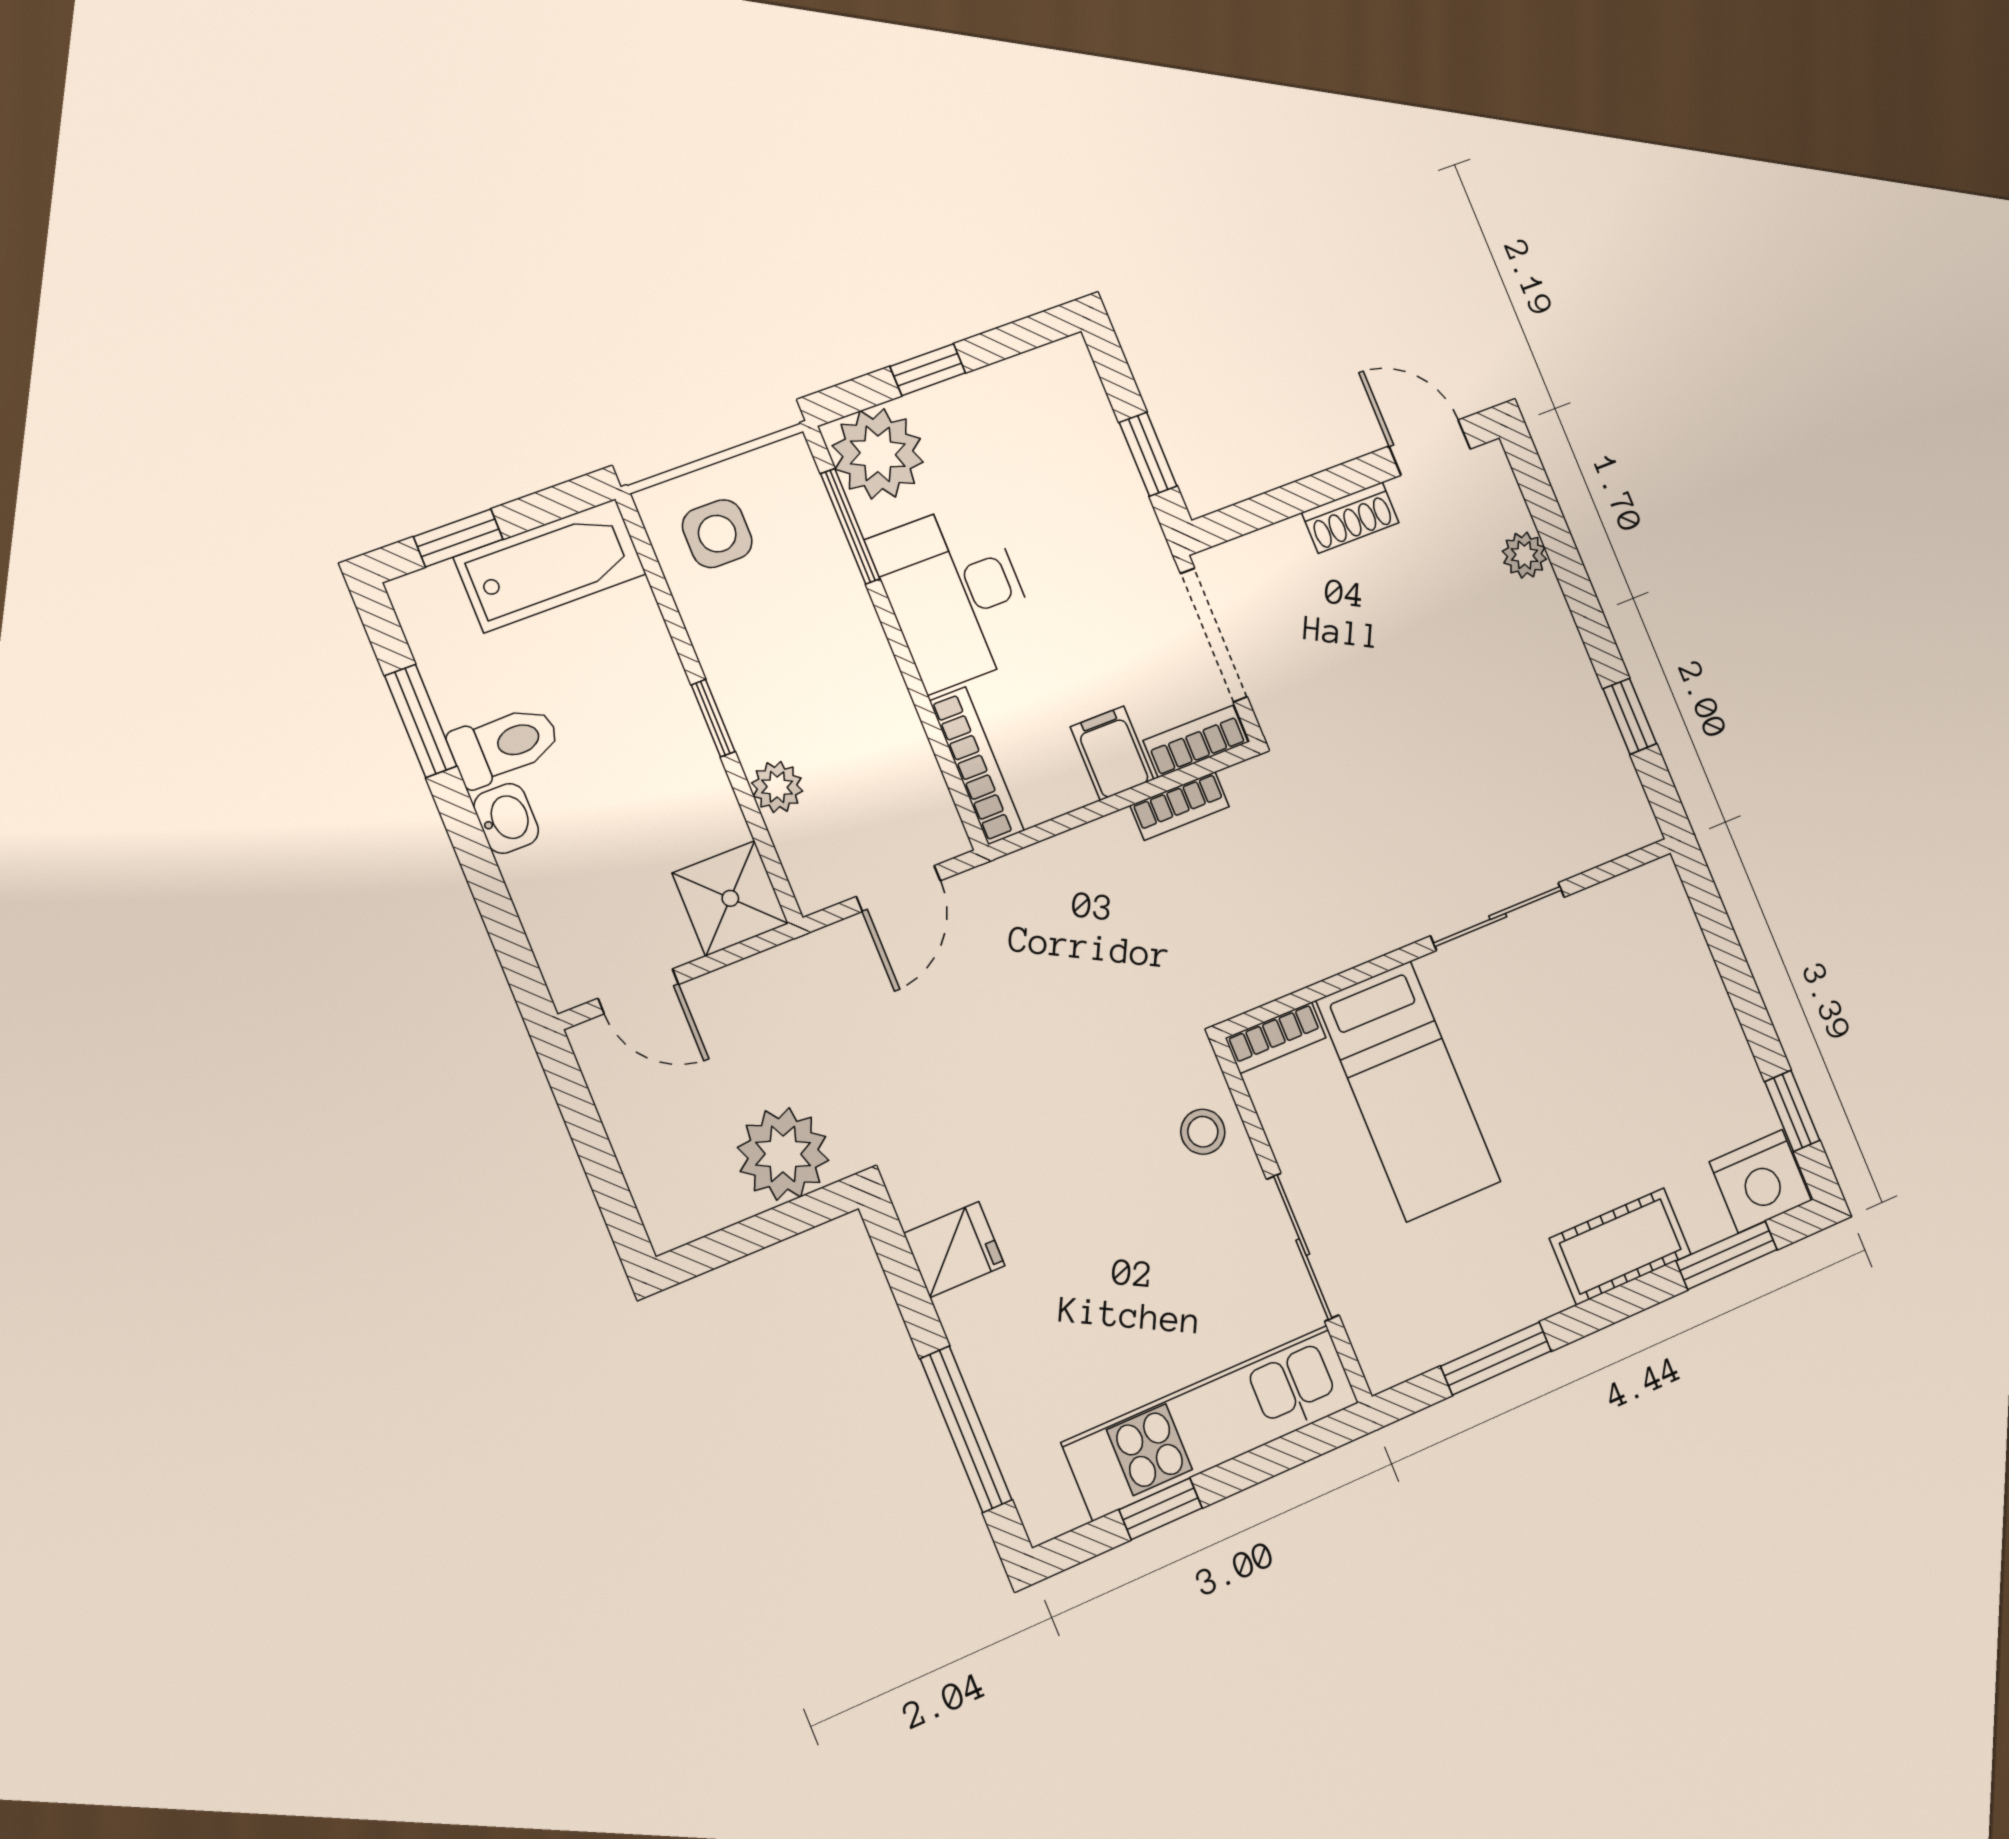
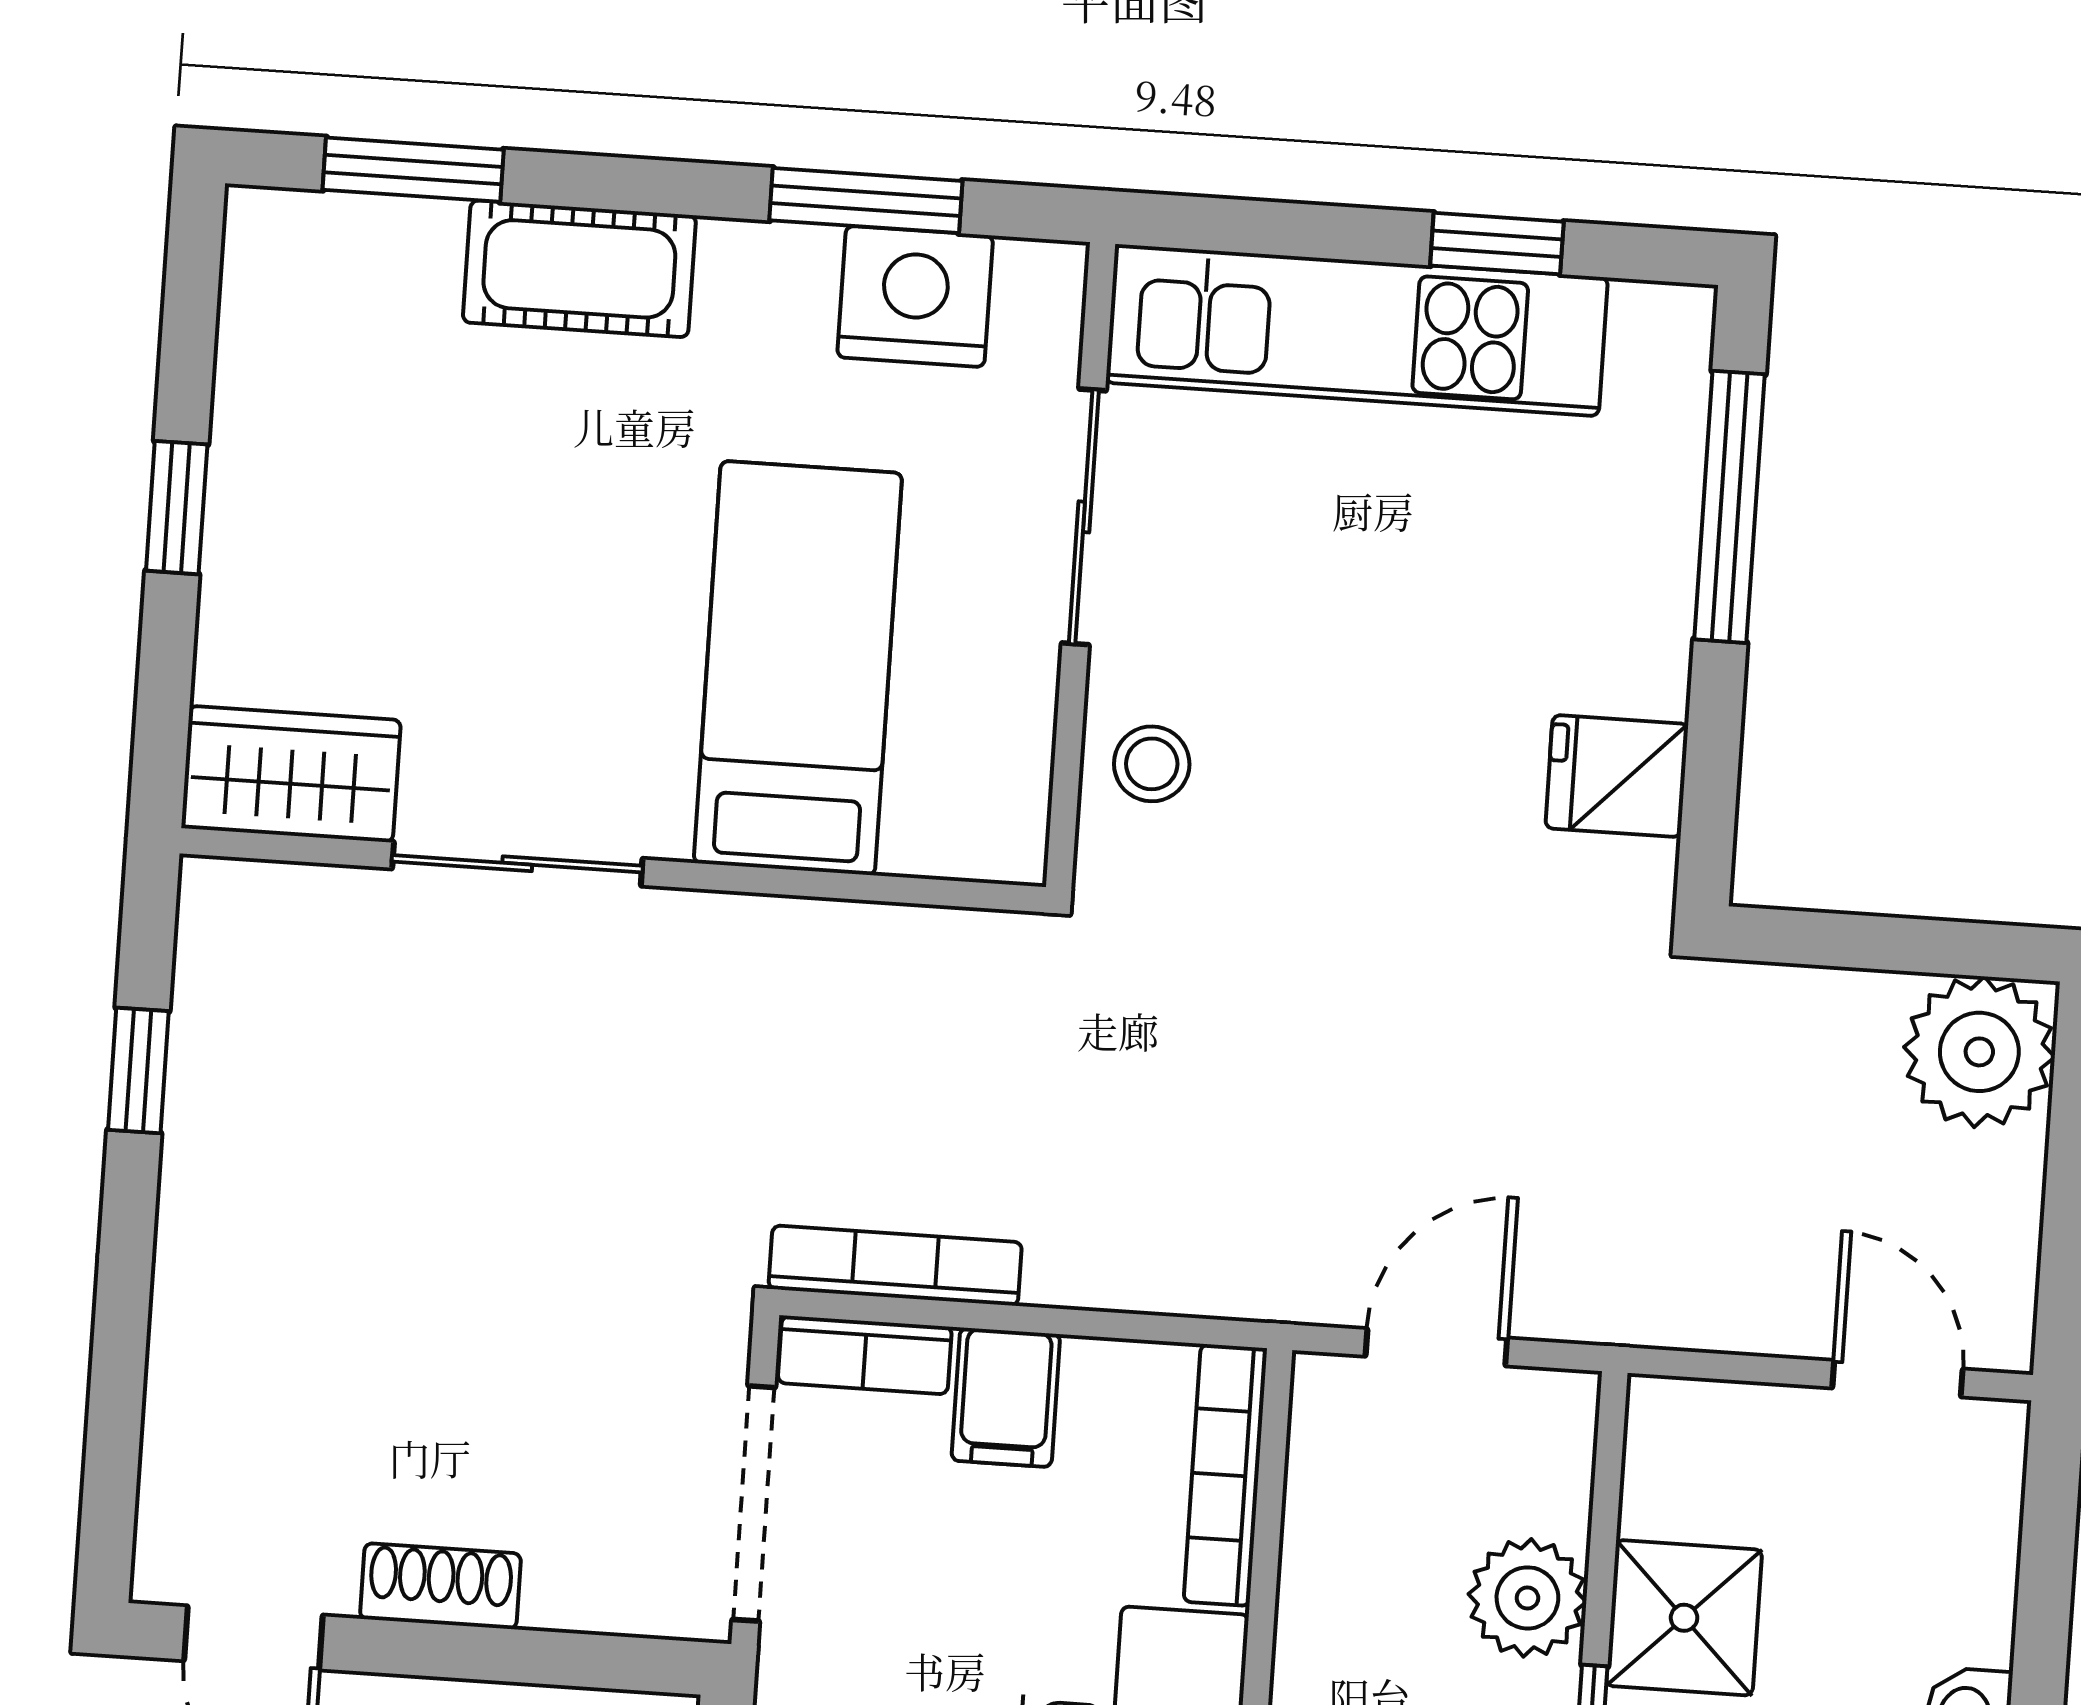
plant: (1524, 555) -> (183, 1400), removed
plant: (777, 787) -> (1527, 1598), width x1.38, depth x1.38
bookcase: (1180, 806) -> (895, 1266), width x1.56
shower: (730, 898) -> (1684, 1618), moved
wardrobe: (1631, 908) -> (291, 774), added
bookcase: (1276, 1038) -> (967, 849), removed
window: (1792, 1111) -> (177, 508), moved
plant: (783, 1154) -> (1979, 1052), moved
nightstand: (1760, 1181) -> (915, 296), moved

